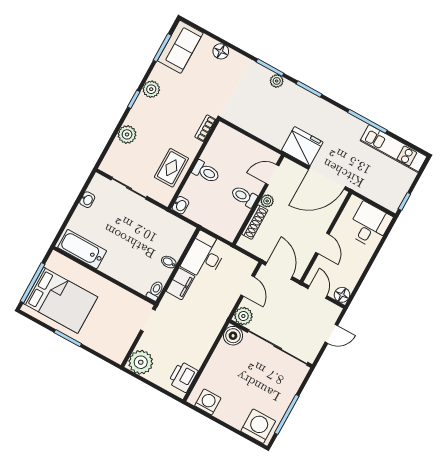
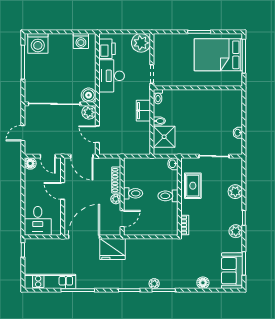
shower: (173, 241) -> (164, 137), added
bathtub: (82, 249) -> (223, 97), removed
desk: (204, 256) -> (112, 76), moved, turned 180

